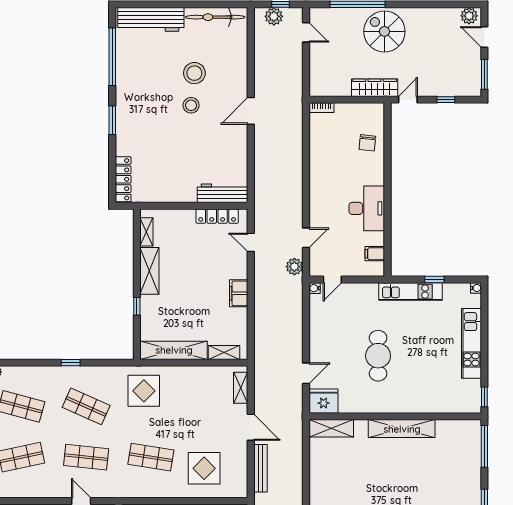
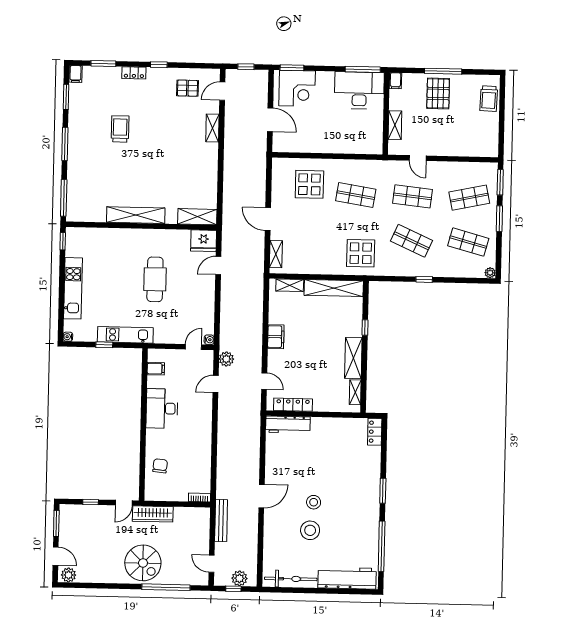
locker: (123, 179) -> (375, 432), width x0.66
bench: (260, 468) -> (221, 521), moved

